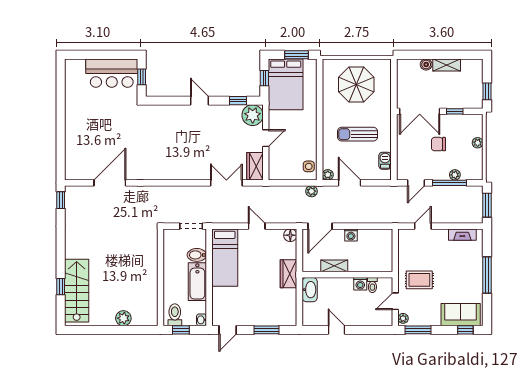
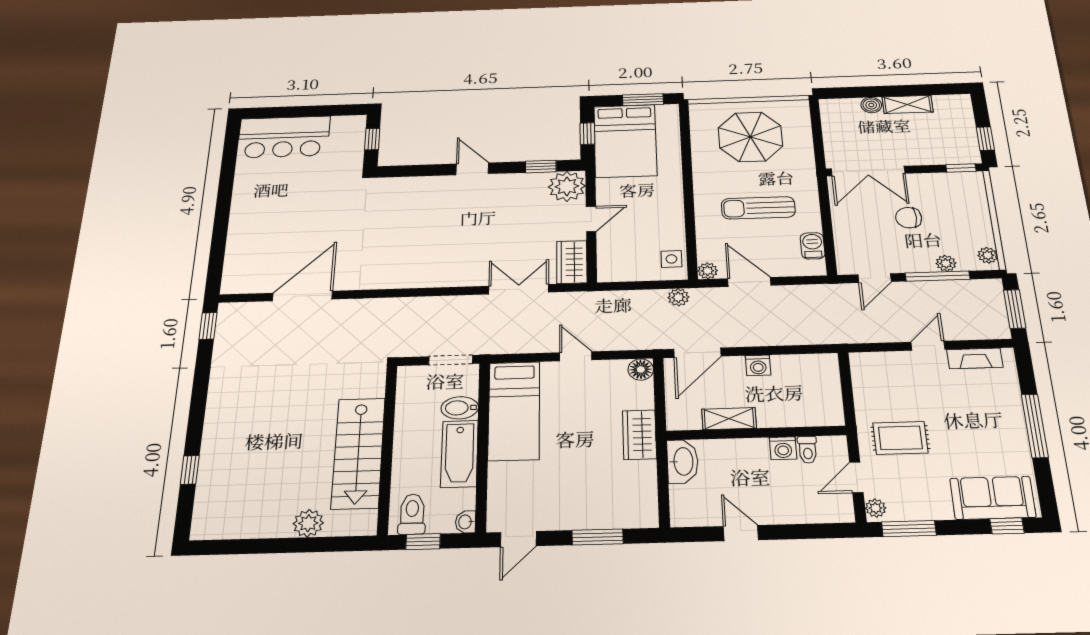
bar counter: (112, 73) -> (284, 137), moved
window: (455, 111) -> (961, 168), moved
plant: (478, 143) -> (988, 255), moved
door: (423, 226) -> (928, 346), moved
stairs: (77, 291) -> (358, 453), moved, turned 180

